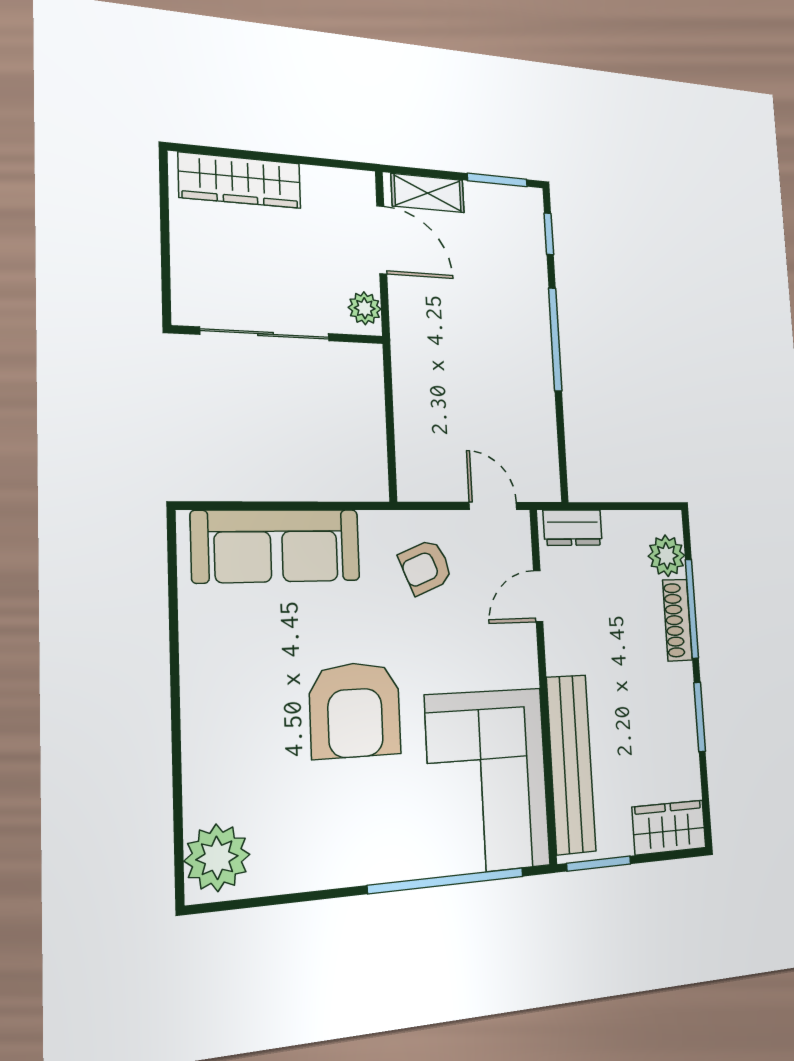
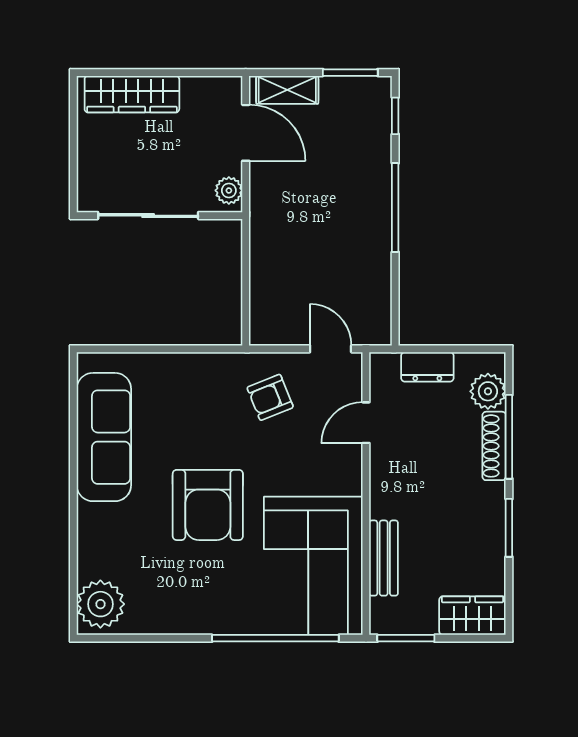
dresser: (573, 528) -> (427, 367), moved
sofa: (276, 546) -> (104, 437), moved, turned -90
bench: (571, 764) -> (384, 558), width x0.54, depth x0.82

